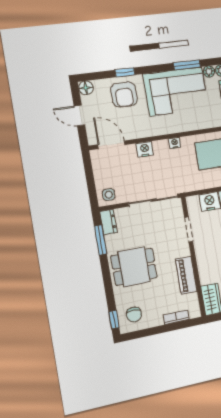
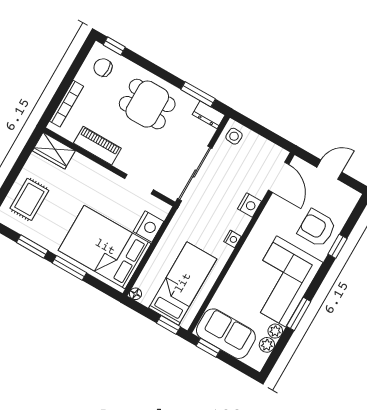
floor lamp: (86, 88) -> (351, 197), removed
door: (112, 145) -> (279, 177), hinge flipped
dining table: (134, 267) -> (147, 104), turned 90
bookcase: (176, 317) -> (67, 104), width x1.56

